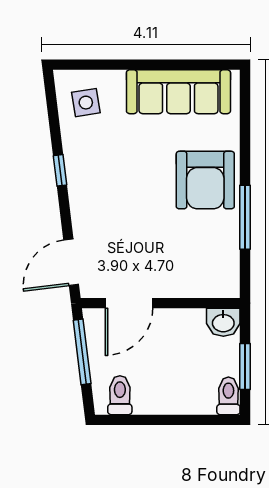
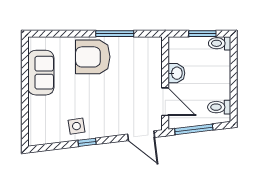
sofa: (178, 92) -> (41, 73), width x0.73
side table: (86, 103) -> (76, 126), moved
armchair: (205, 180) -> (93, 57), turned 180
washbasin: (223, 322) -> (176, 73), moved

